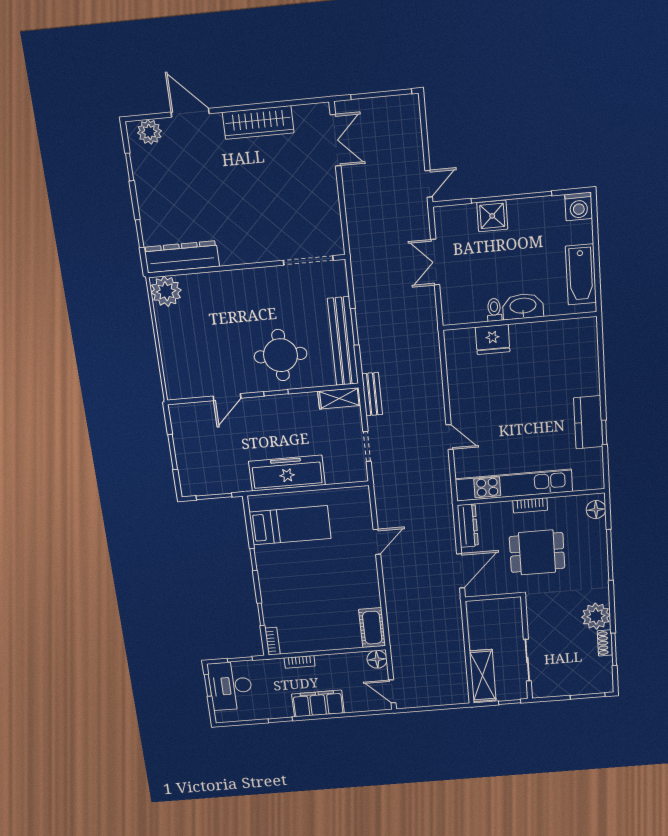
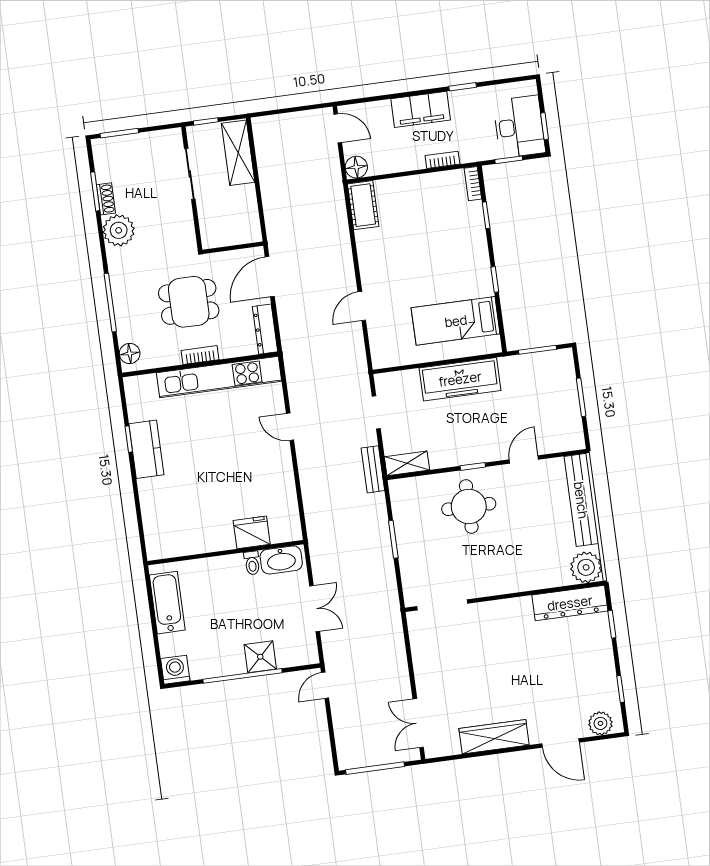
washbasin: (523, 306) -> (281, 560), moved
bench: (343, 341) -> (581, 500), moved

